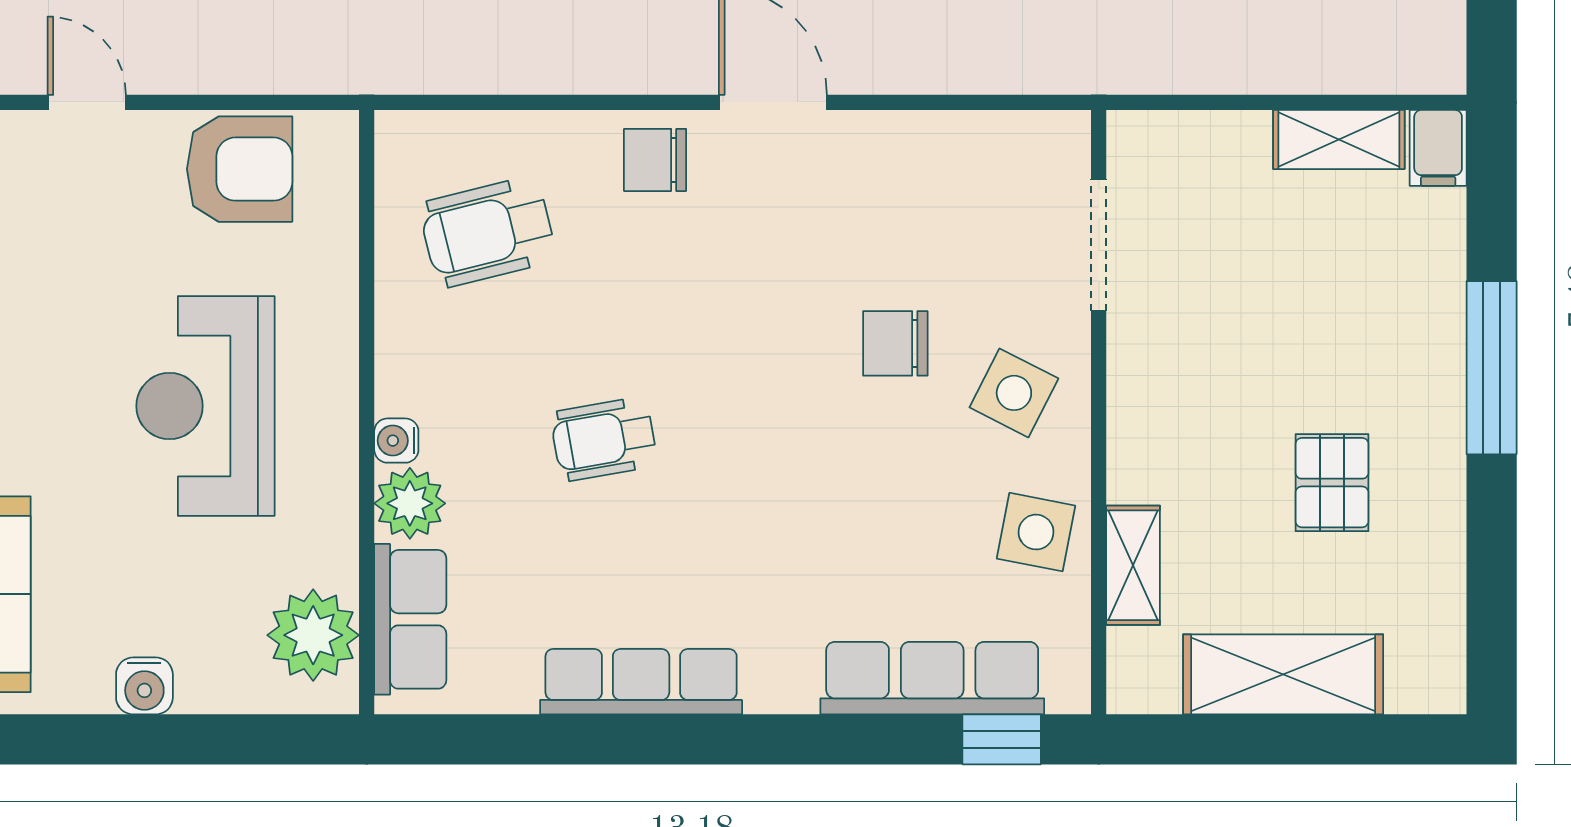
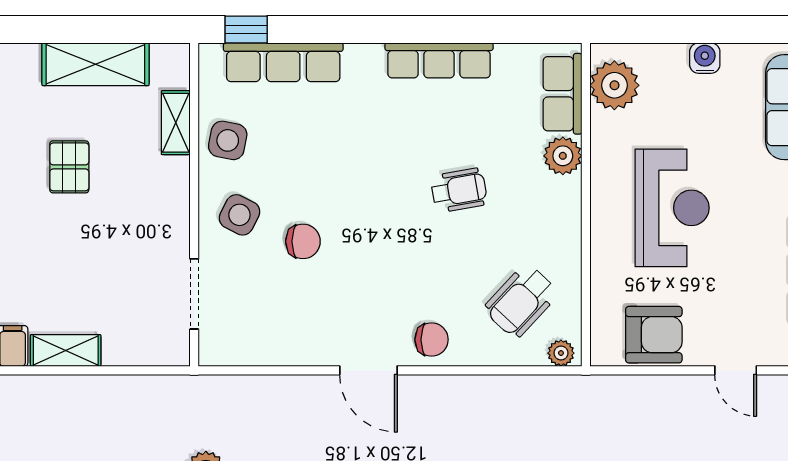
plant: (413, 135) -> (561, 353), added
armchair: (240, 169) -> (654, 335), turned 180
wheelchair: (488, 232) -> (521, 301), turned 147
water cooler: (396, 441) -> (570, 189), removed

